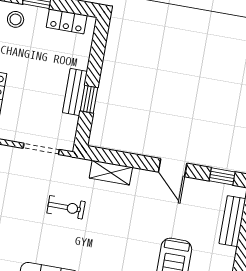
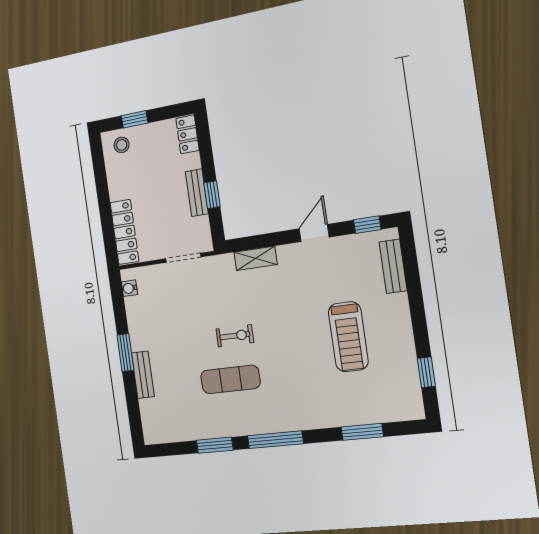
locker: (67, 21) -> (188, 134), moved, turned 90
door: (173, 168) -> (314, 233), swing flipped
exercise bike: (66, 207) -> (235, 336), moved

